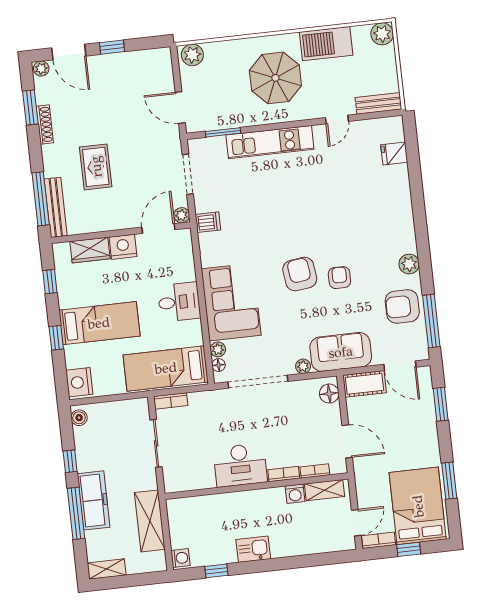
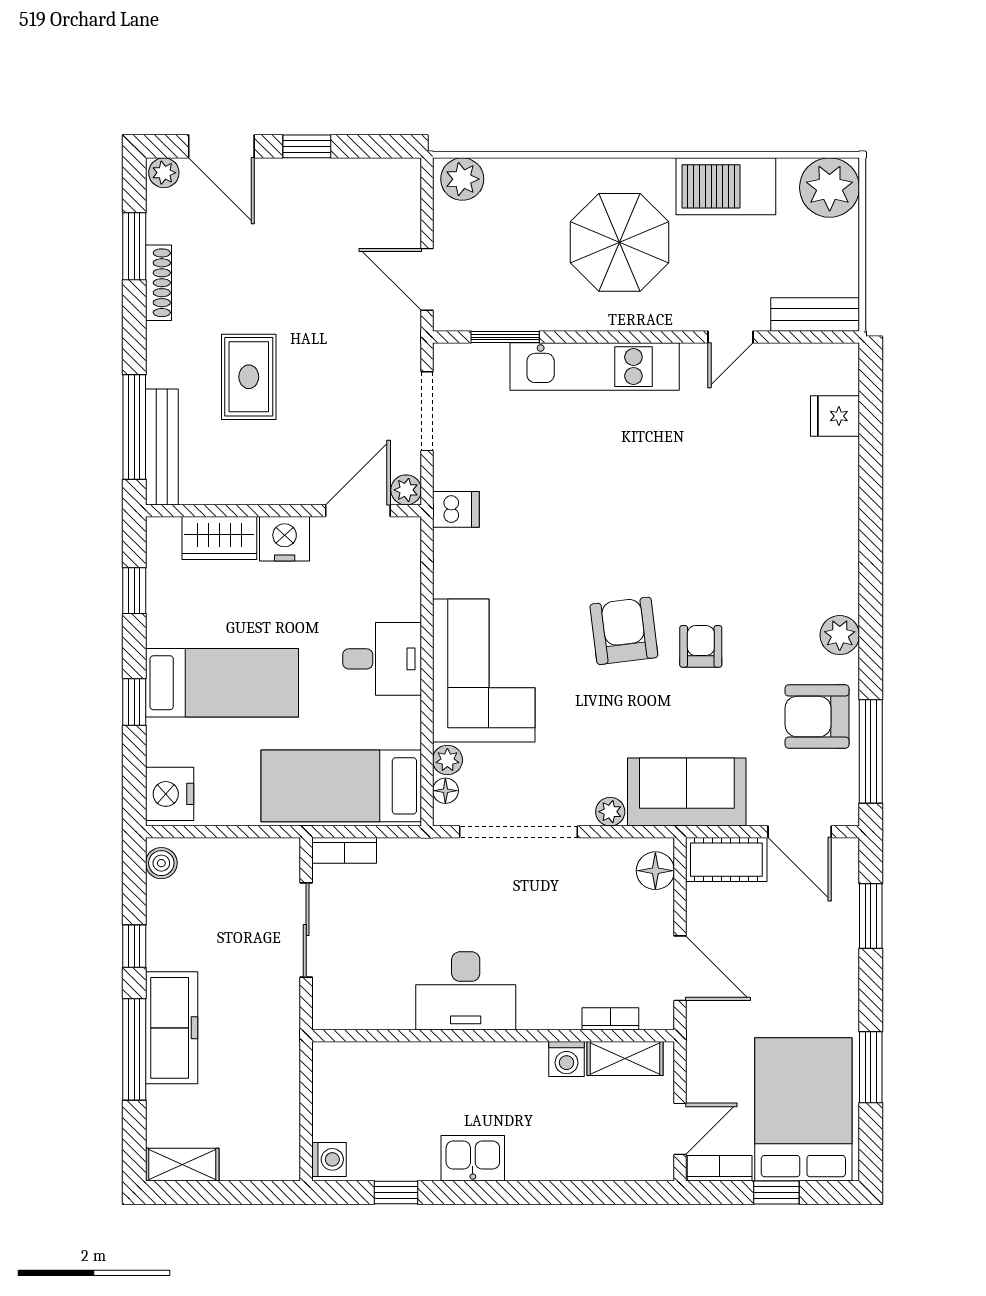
plant: (382, 34) -> (830, 188), width x1.36, depth x1.36
bookcase: (284, 474) -> (549, 1018), removed
shelving: (150, 521) -> (277, 1080), removed

